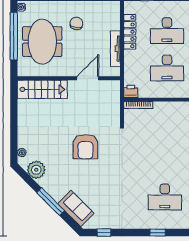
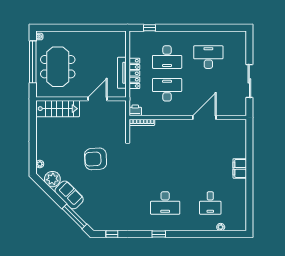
chair: (76, 23) -> (88, 51), removed
locker: (130, 32) -> (134, 73), moved
desk: (167, 68) -> (167, 90), turned 180
armchair: (85, 147) -> (96, 159), turned 87
window: (51, 202) -> (74, 216), moved
sofa: (76, 209) -> (69, 195), moved

